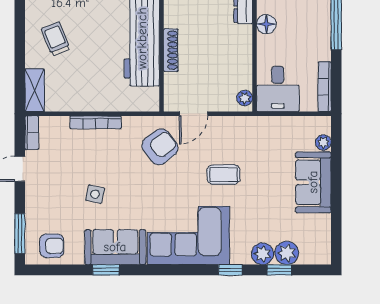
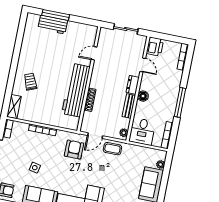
bench: (244, 47) -> (129, 106), added
armchair: (160, 147) -> (74, 150), turned -52
coffee table: (223, 175) -> (112, 149), moved

